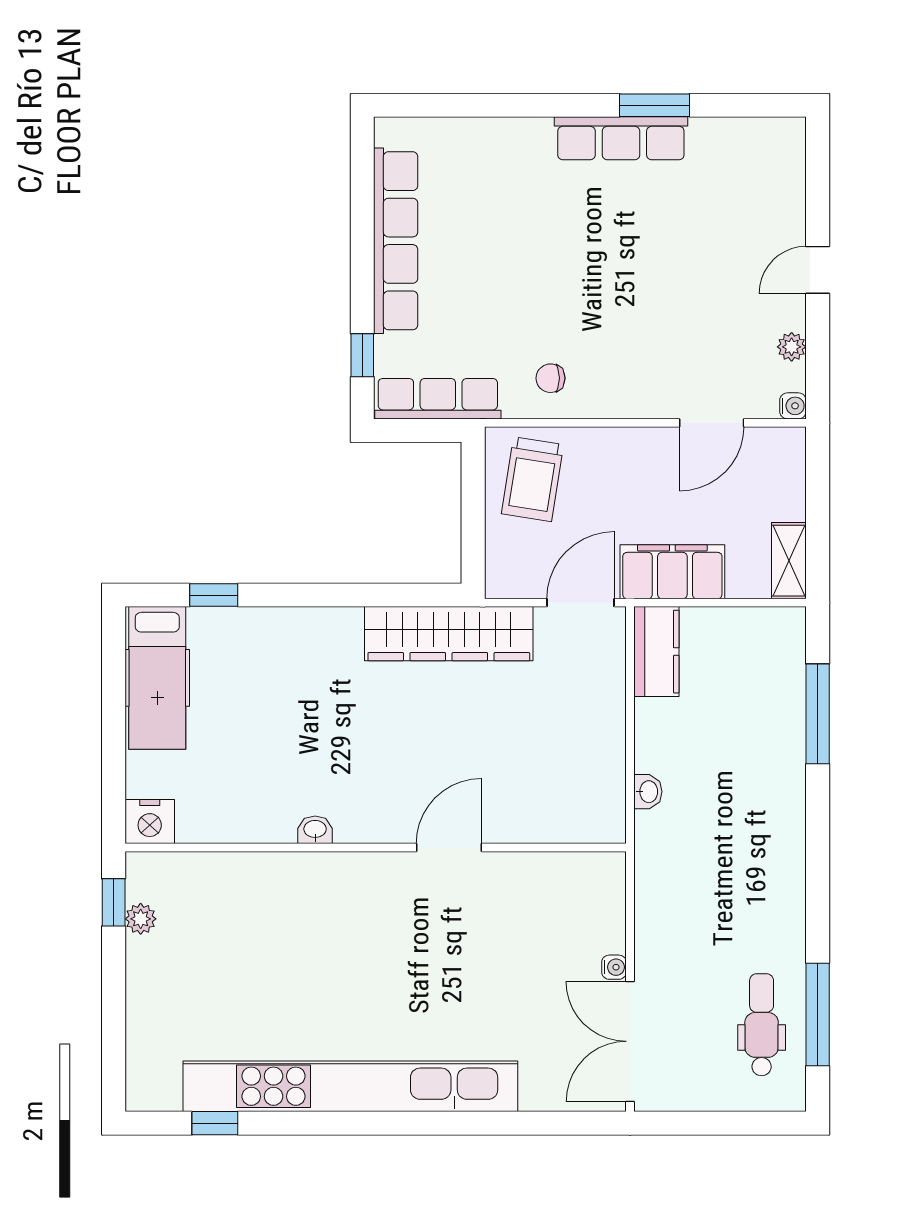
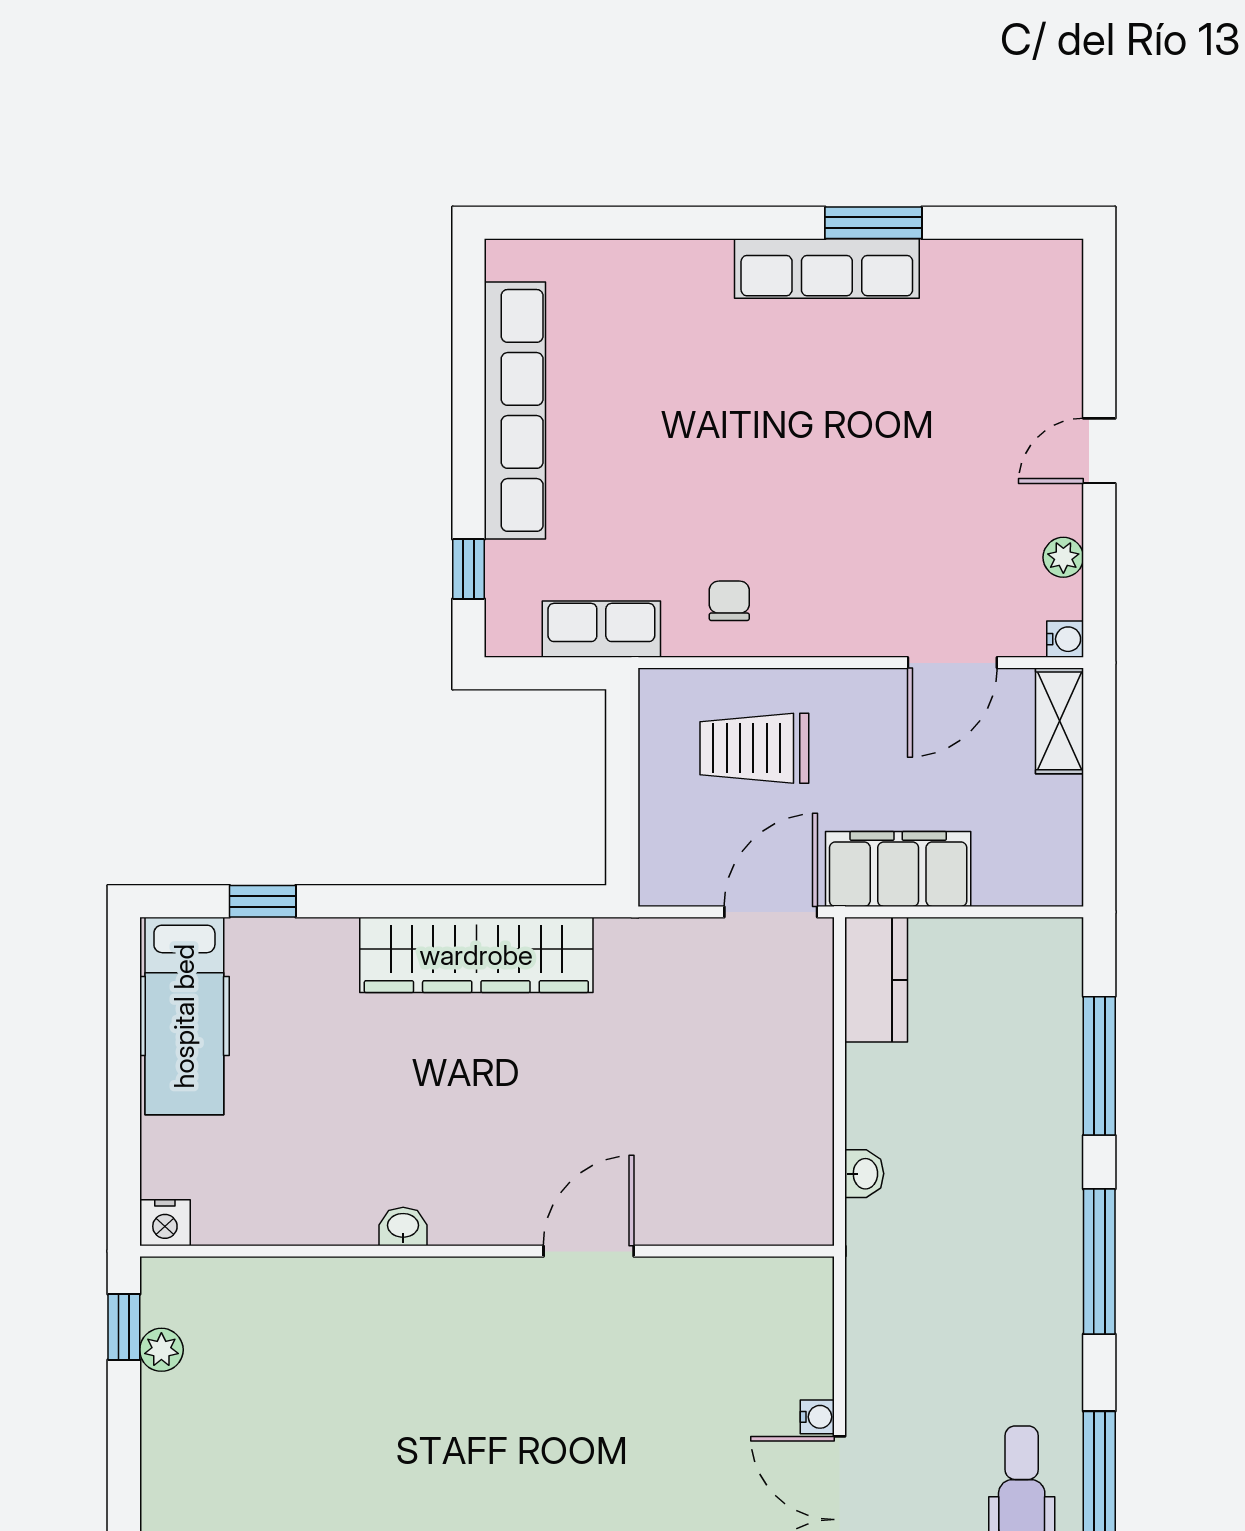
chair: (550, 378) -> (729, 601), turned 90
row of seats: (438, 399) -> (601, 629), width x0.68
trolley: (533, 479) -> (754, 748), moved, turned 81
shelving: (789, 561) -> (1060, 721), moved
wardrobe: (449, 634) -> (476, 955), moved
nightstand: (150, 822) -> (165, 1223), width x0.74, depth x0.75
window: (818, 855) -> (1099, 1262), added

